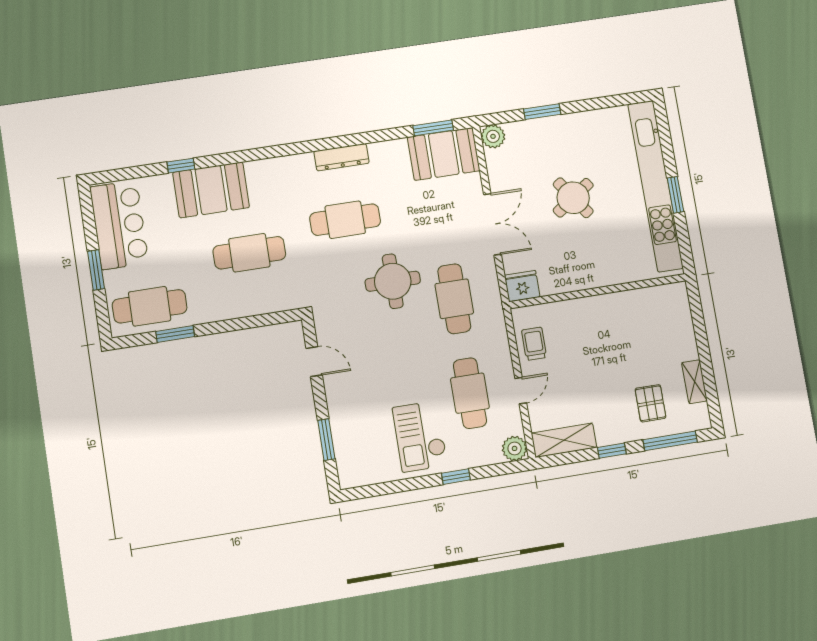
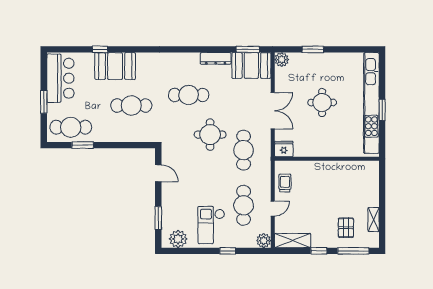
dresser: (341, 157) -> (216, 58), moved
round table: (573, 198) -> (322, 103), turned 35
plant: (367, 470) -> (178, 239), added

